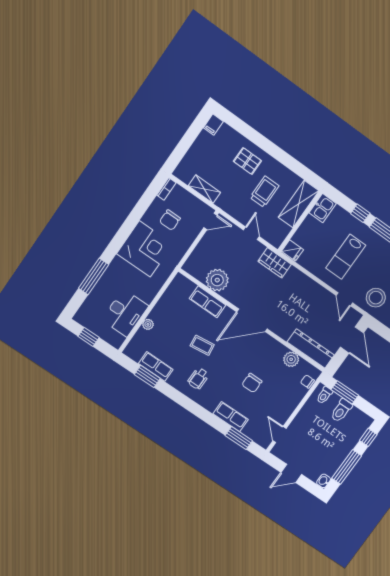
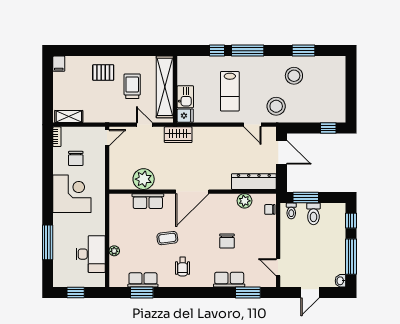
shelving: (204, 189) -> (69, 117), moved
shelving: (299, 204) -> (165, 87), width x1.47
kitchen sink: (323, 208) -> (185, 97), moved

